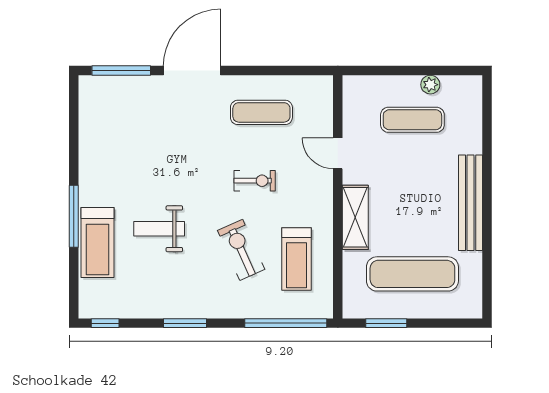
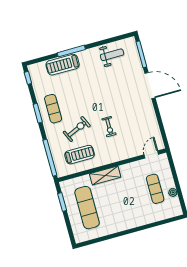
exercise mat: (261, 112) -> (53, 109), moved
door: (338, 153) -> (151, 154), moved
bench: (471, 203) -> (126, 225), removed
weight bench: (159, 229) -> (112, 55), moved, turned 90
treadmill: (297, 259) -> (80, 155), turned 180

